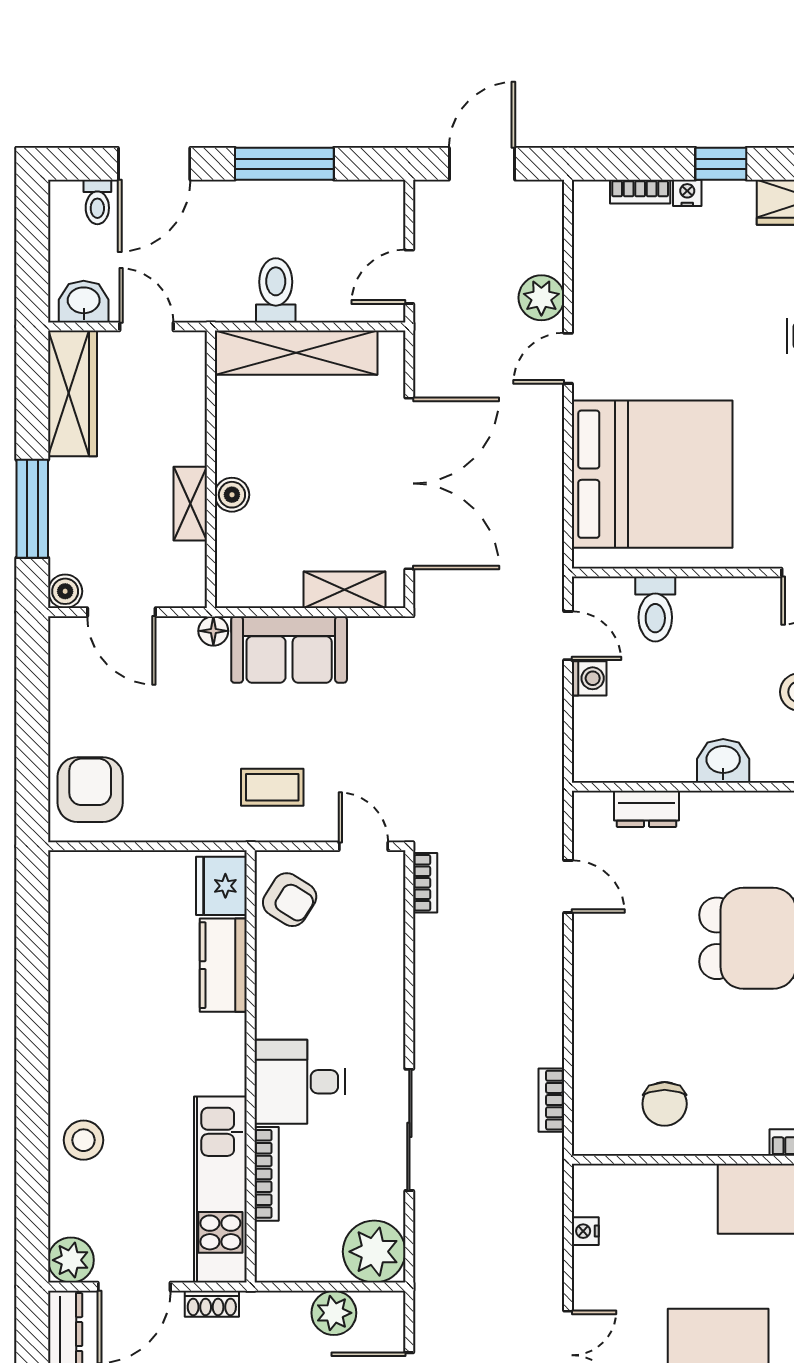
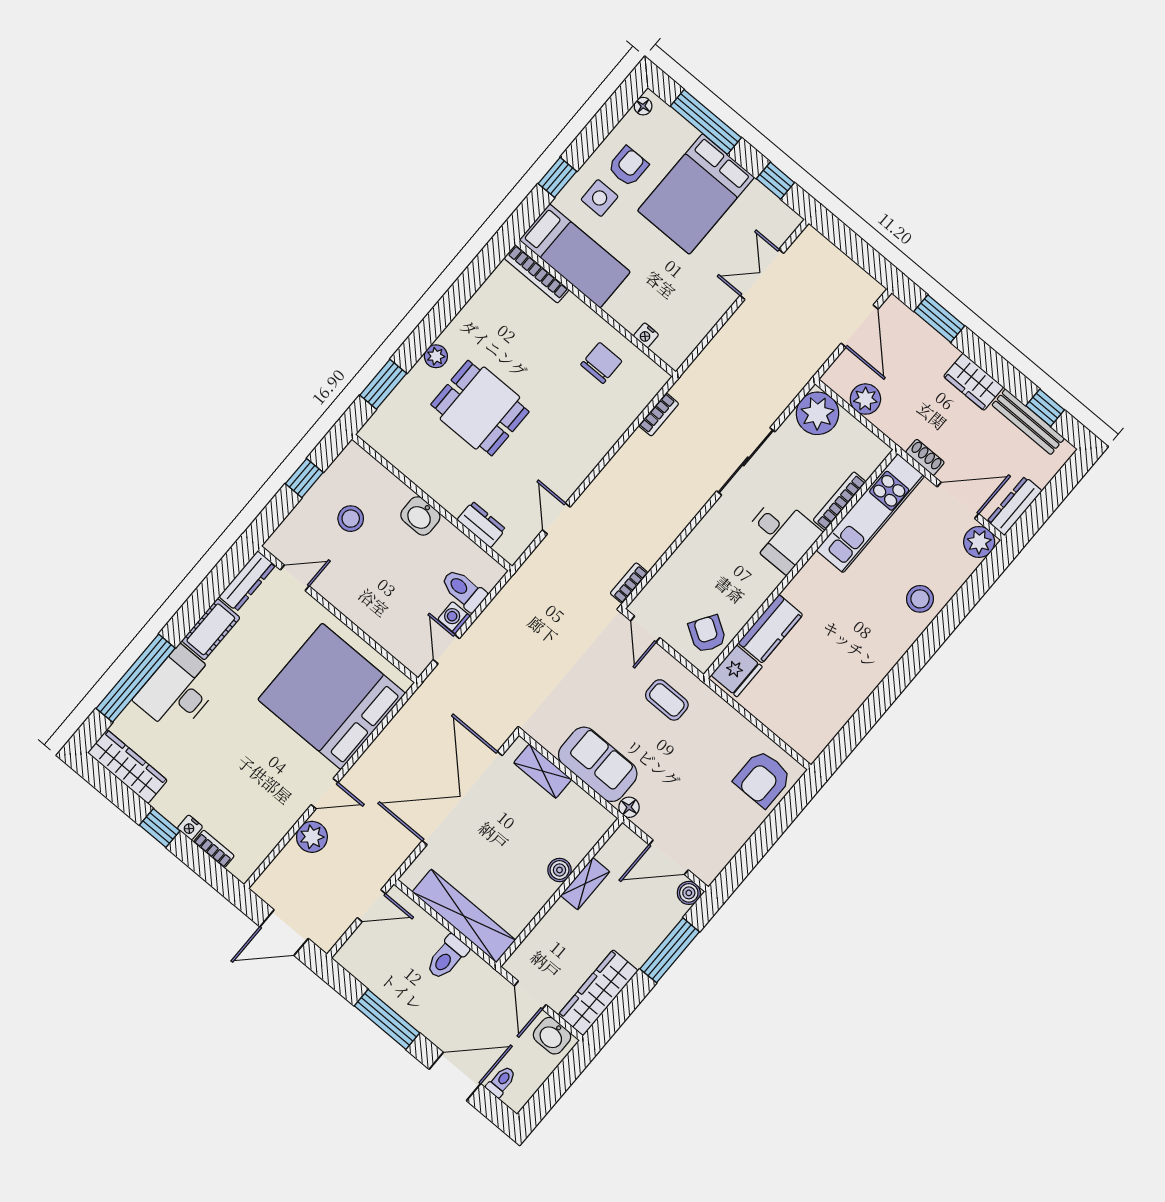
toilet: (655, 609) -> (464, 590), moved, turned -90
door: (121, 612) -> (669, 857), swing flipped
nightstand: (585, 1231) -> (646, 335), moved, turned 90

